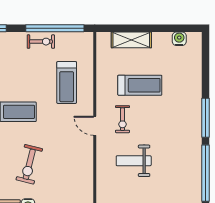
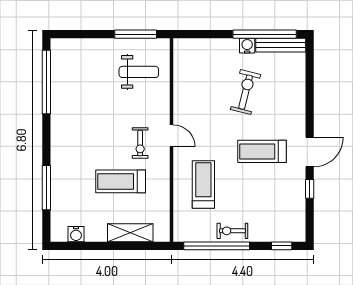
window: (205, 118) -> (46, 188), moved
exercise bike: (123, 119) -> (140, 143), turned 180
weight bench: (134, 161) -> (139, 72), moved

